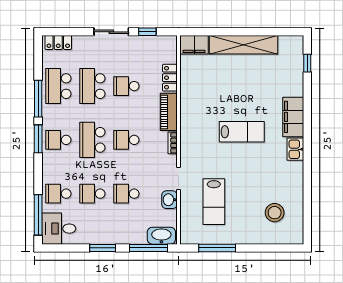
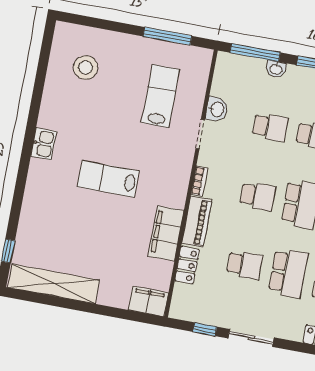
shelving: (243, 45) -> (54, 284), moved
filing cabinet: (293, 117) -> (166, 233), moved, turned 180
washbasin: (161, 236) -> (276, 69), moved, width x0.52, depth x0.69

